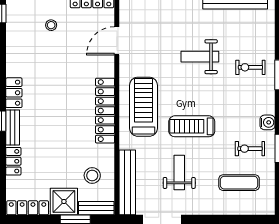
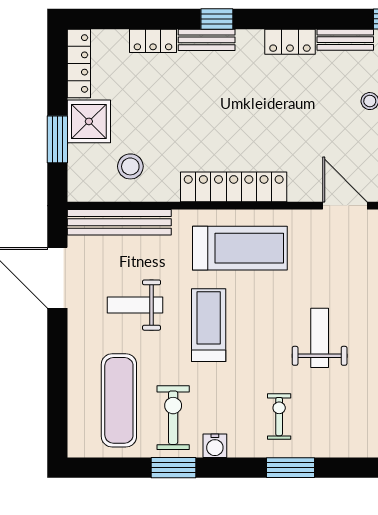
exercise bike: (250, 67) -> (279, 417), moved
locker: (14, 93) -> (290, 42), moved
exercise bike: (250, 149) -> (173, 418), width x1.38, depth x1.39
weight bench: (179, 173) -> (135, 305), turned 180
exercise mat: (239, 183) -> (119, 400), width x1.36, depth x1.45
bench: (96, 208) -> (345, 40), moved, turned 90

